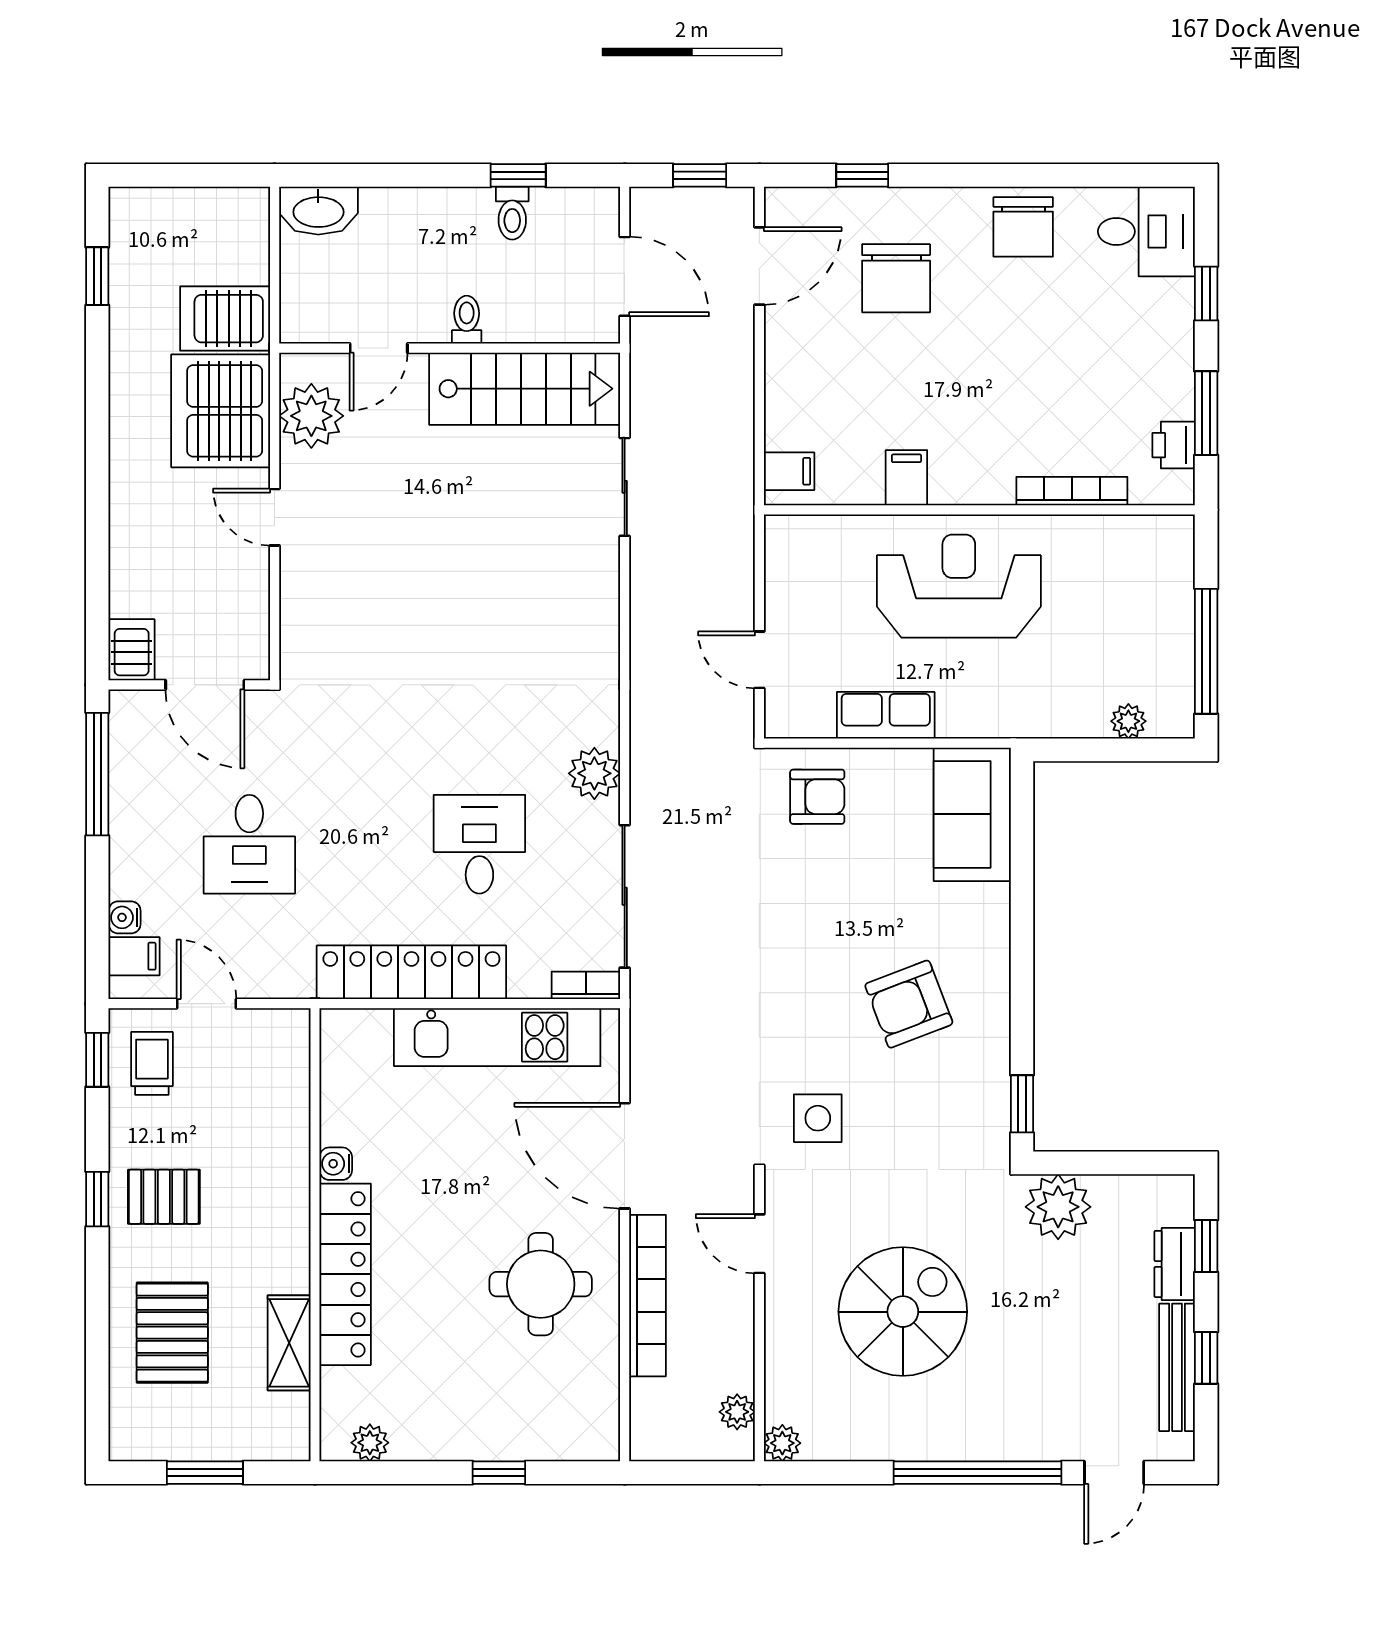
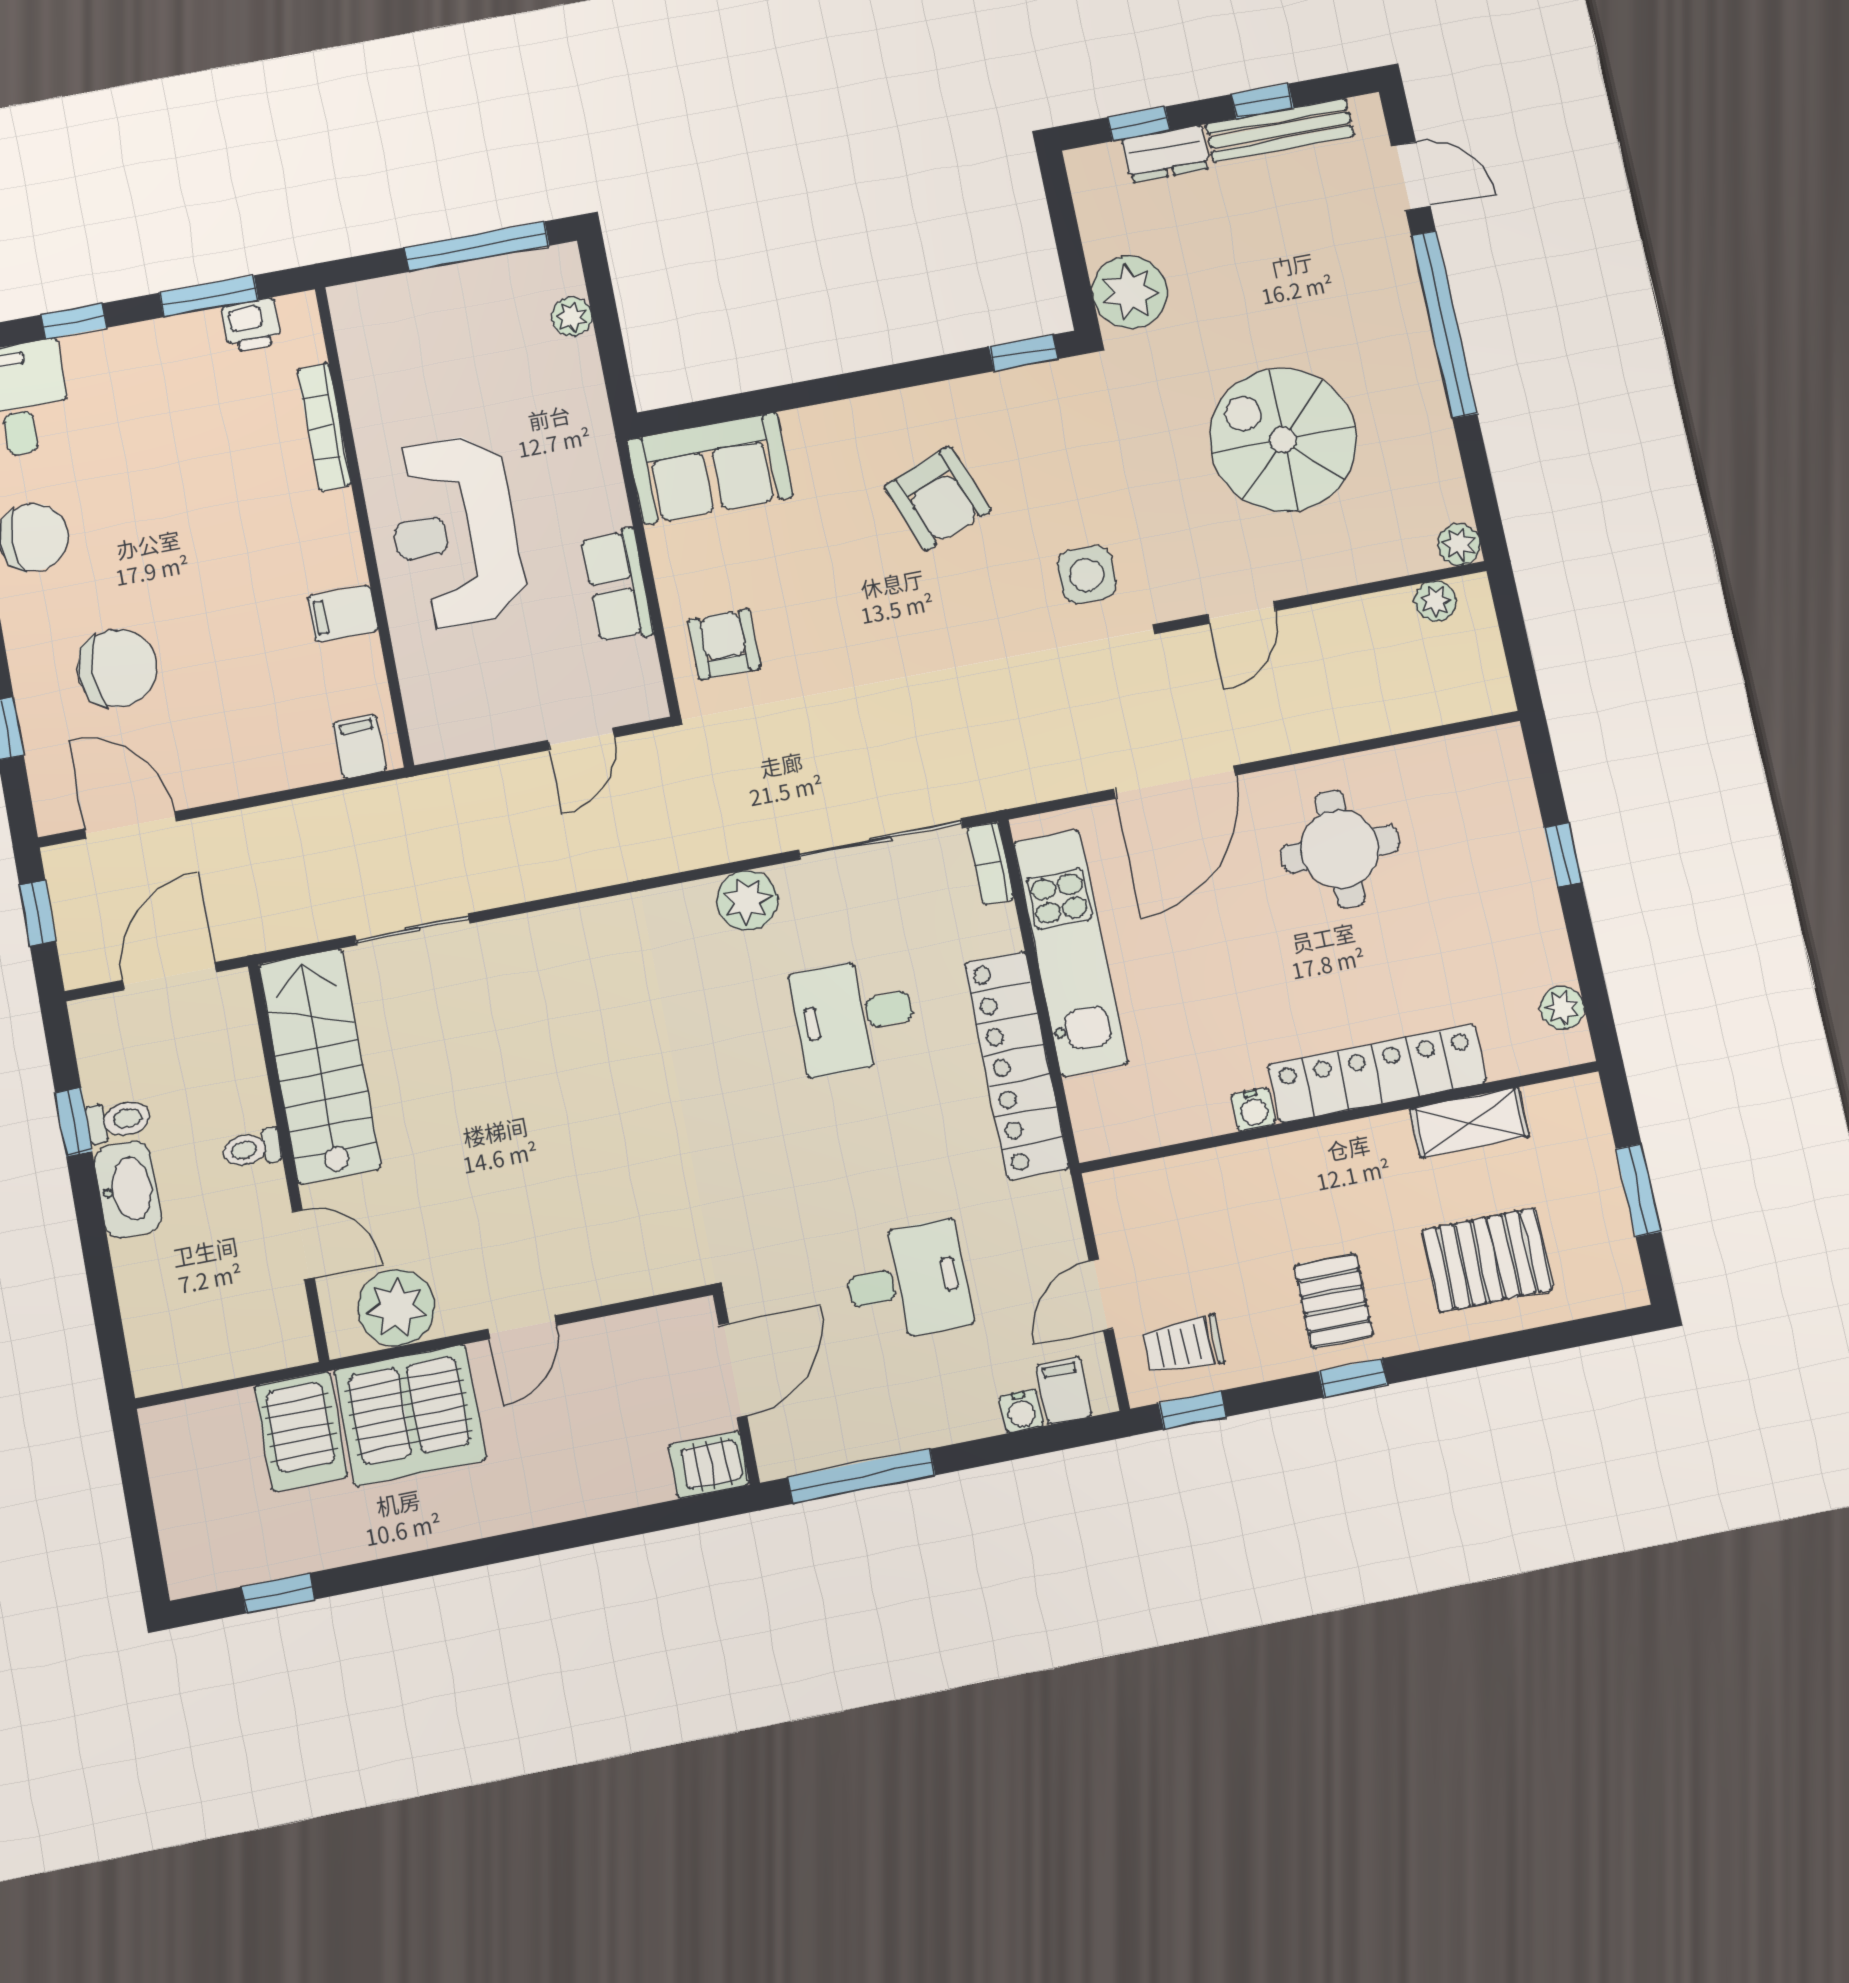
washbasin: (318, 211) -> (128, 1189), moved
bookcase: (648, 1296) -> (1327, 726), removed

